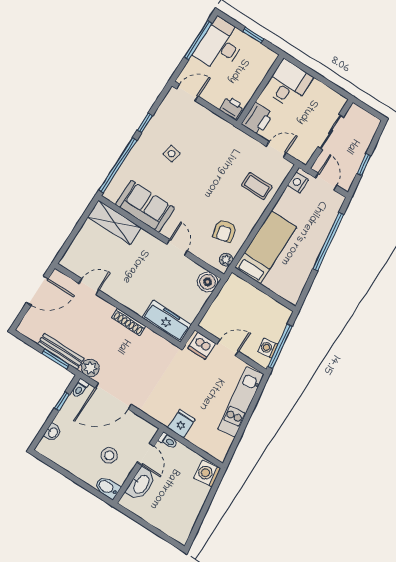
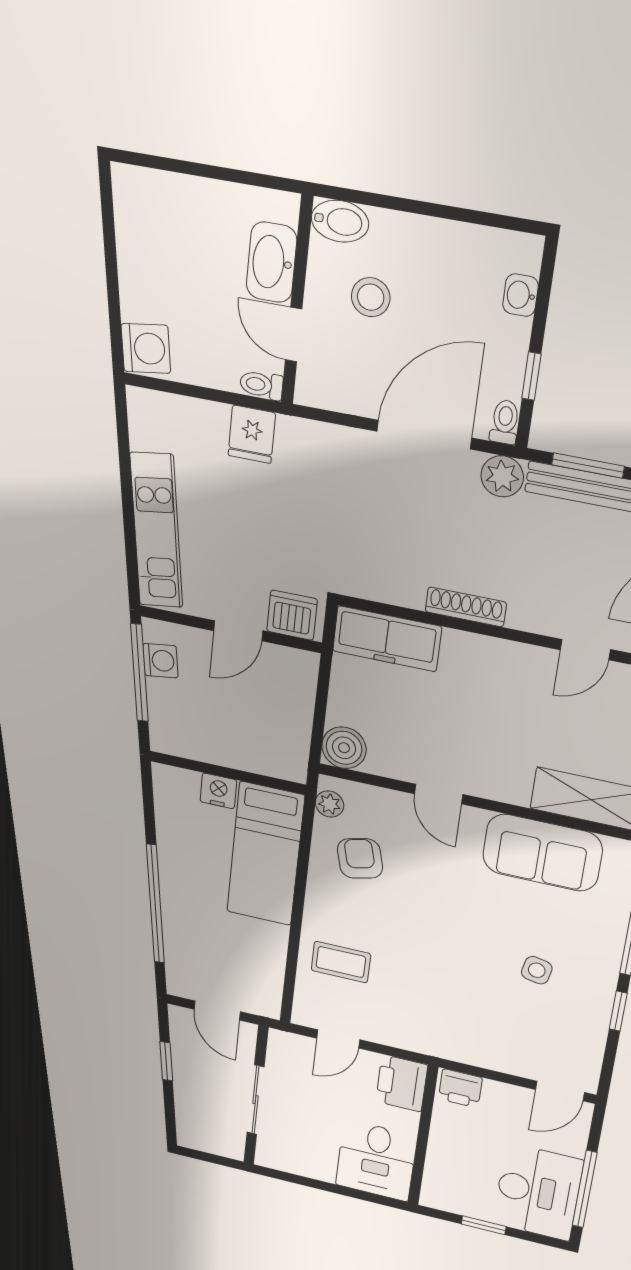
nightstand: (298, 183) -> (218, 791), moved, turned -90

